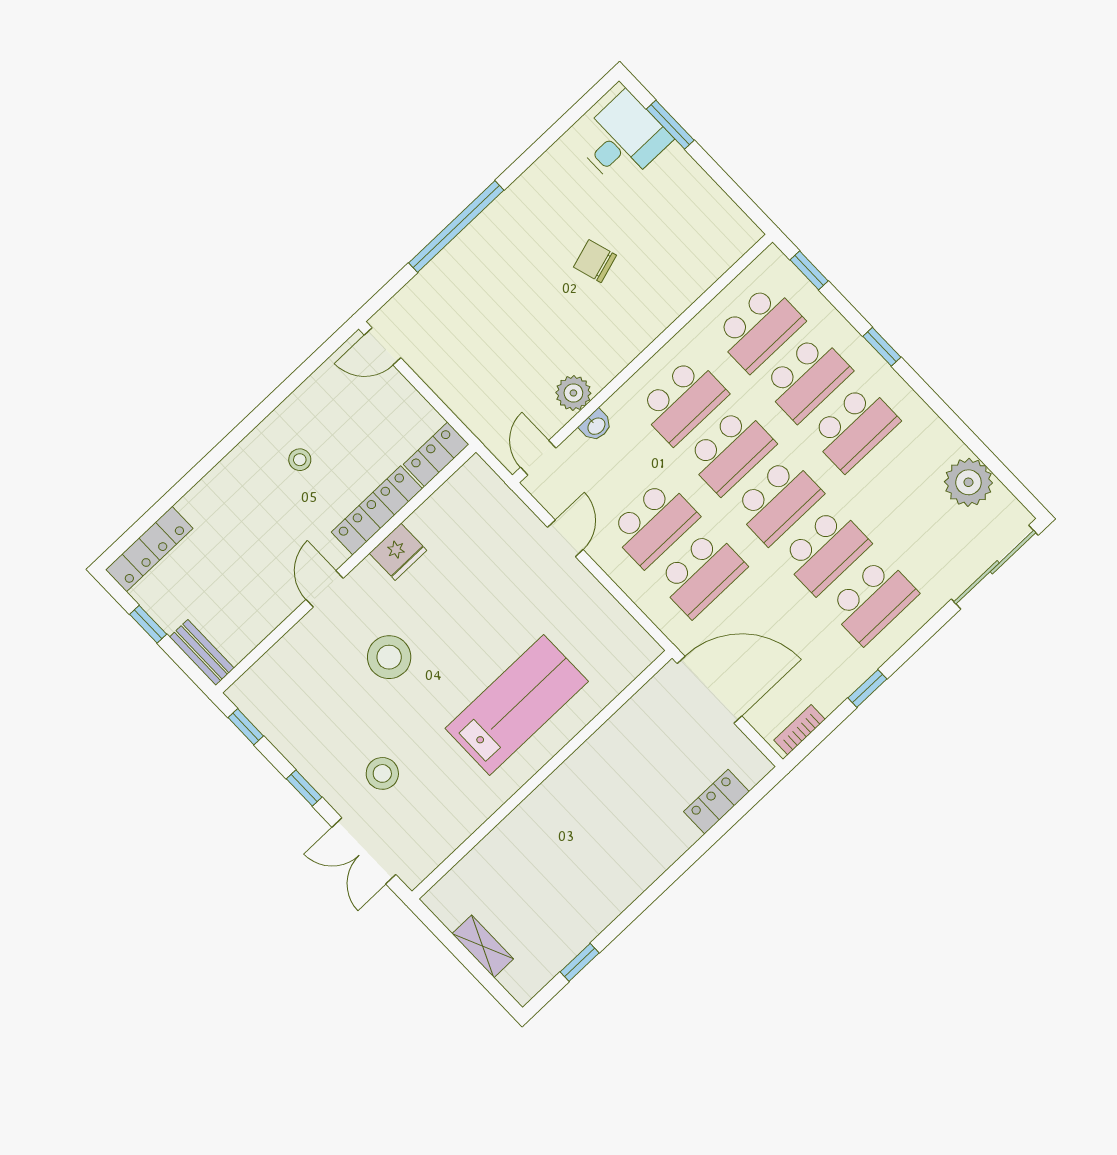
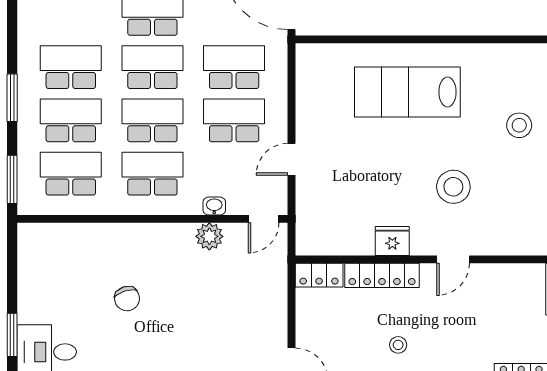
window: (809, 270) -> (12, 179), width x1.50
window: (882, 347) -> (12, 98), width x1.50

